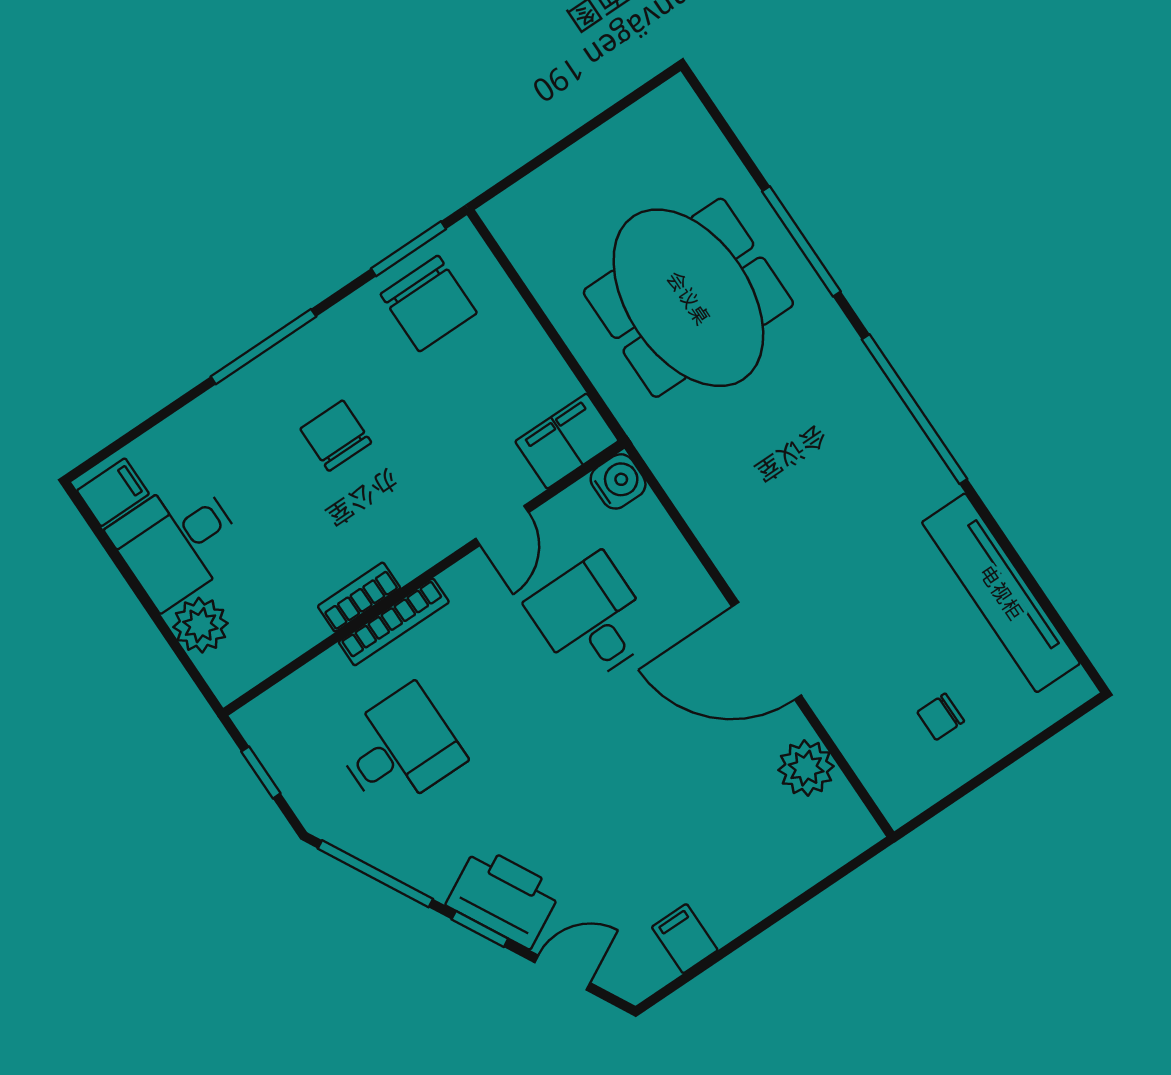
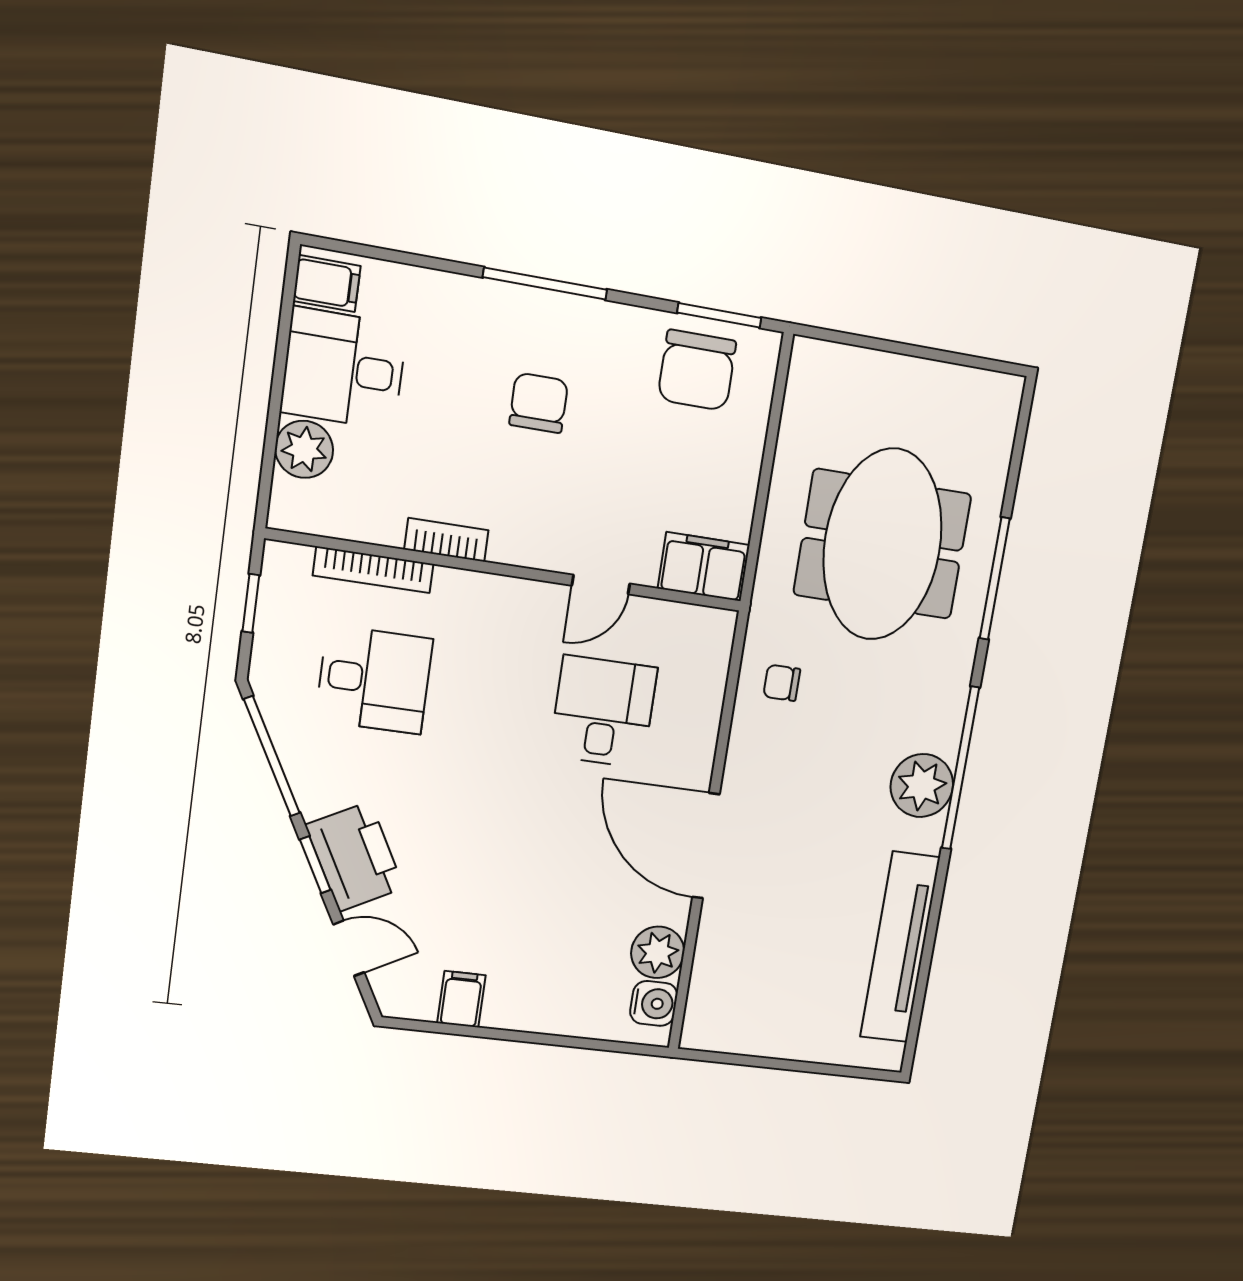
plant: (896, 451) -> (922, 786), added
water cooler: (618, 481) -> (654, 1003), moved
bookcase: (394, 622) -> (373, 570), moved
chair: (941, 717) -> (782, 683), moved

